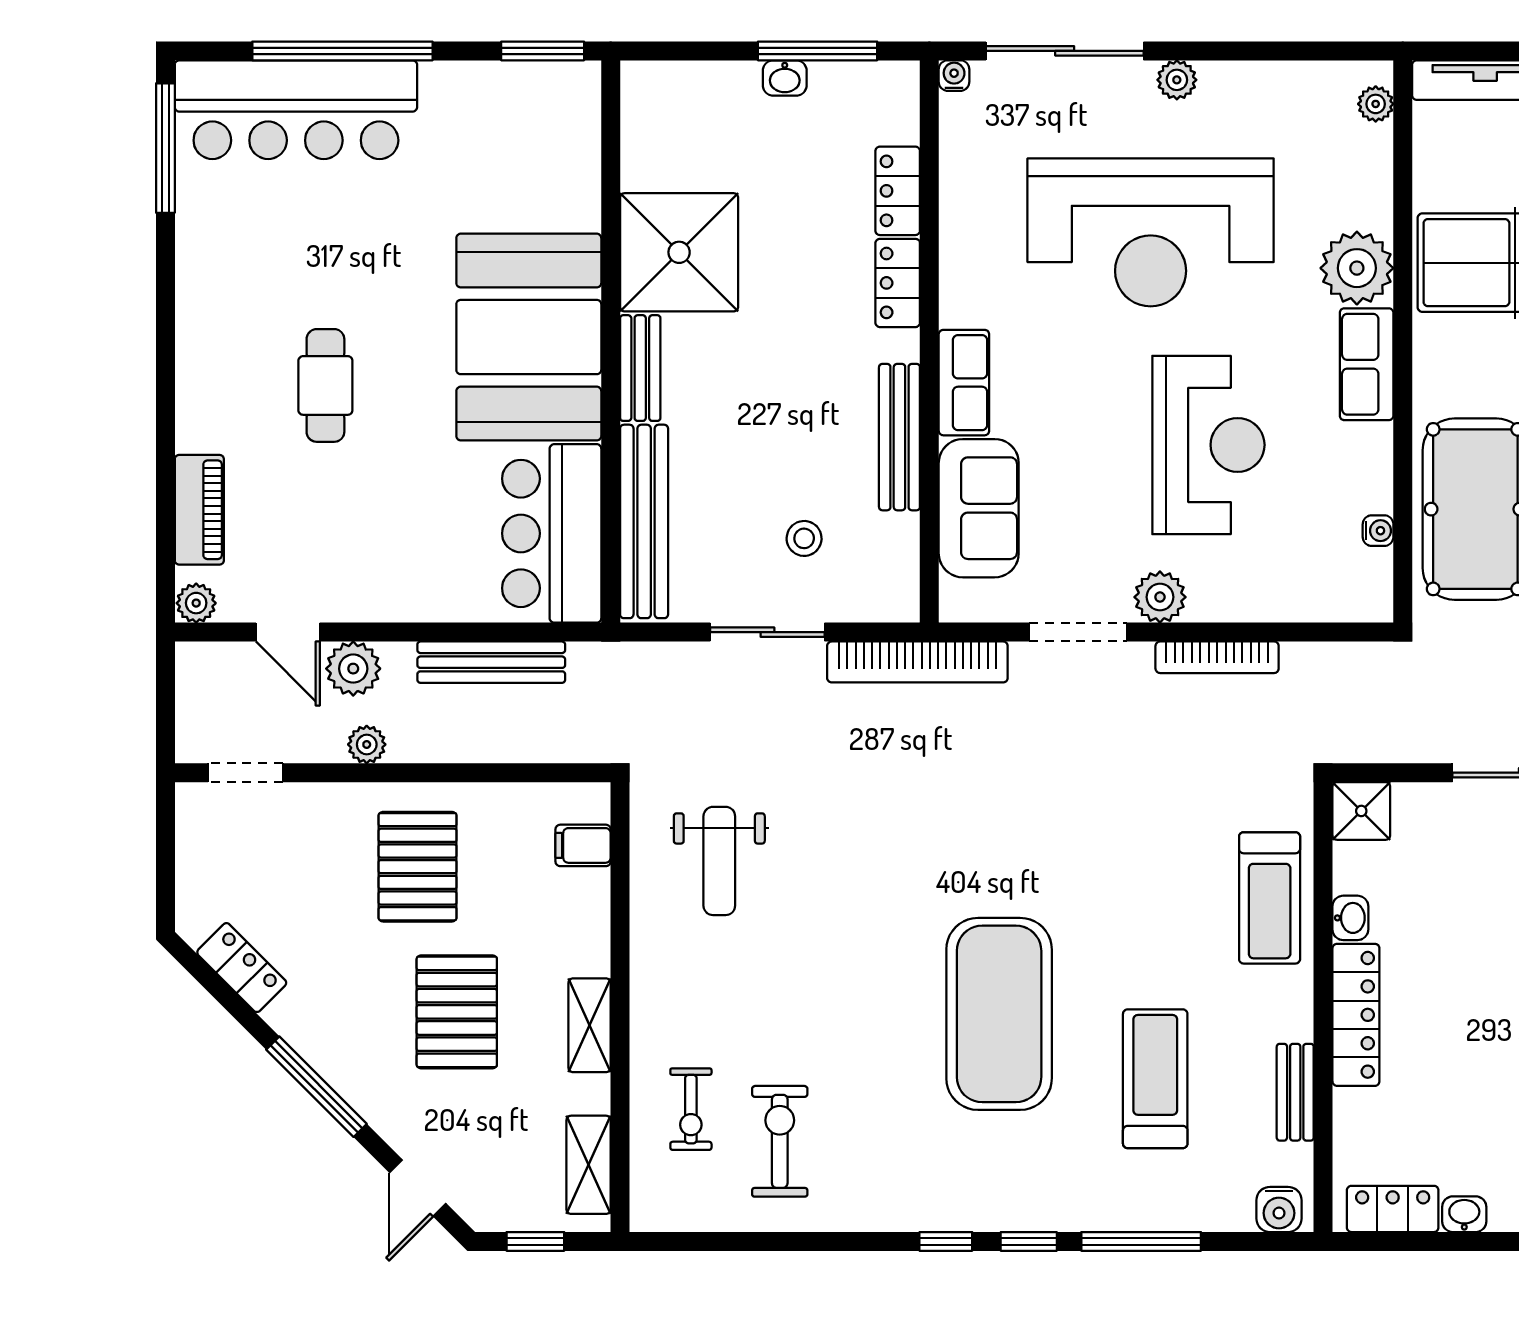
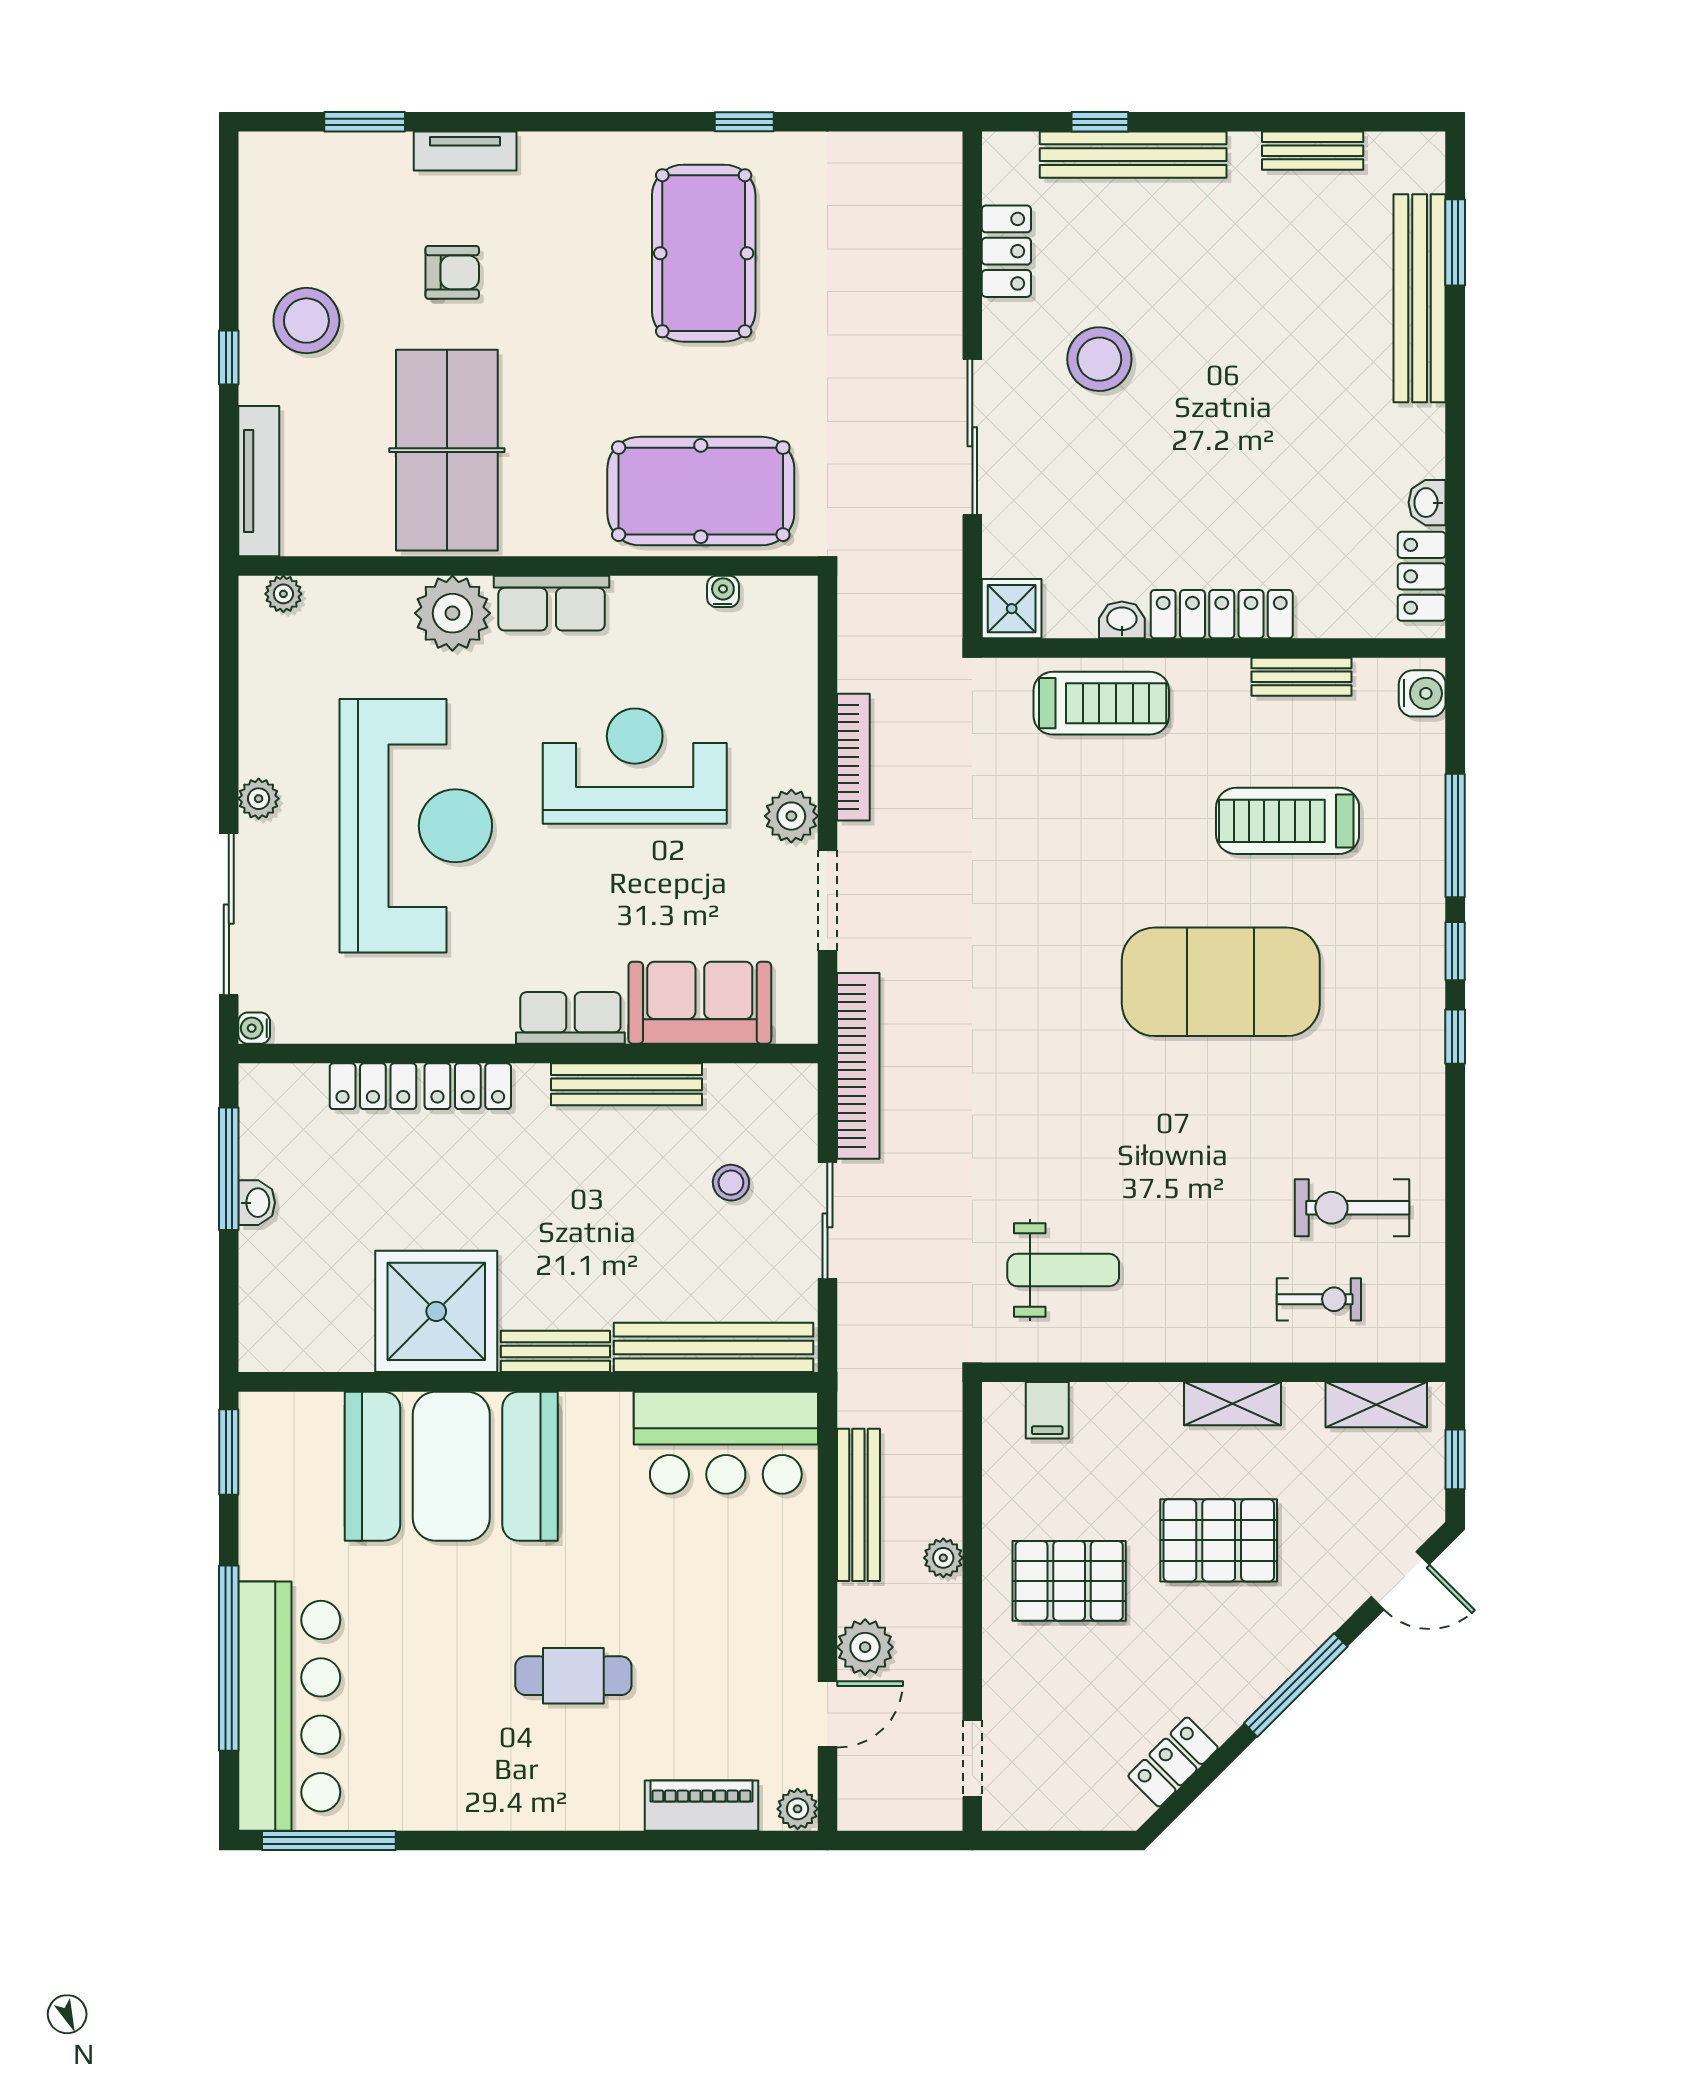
booth: (529, 337) -> (451, 1466), moved
plant: (367, 744) -> (943, 1558), moved

